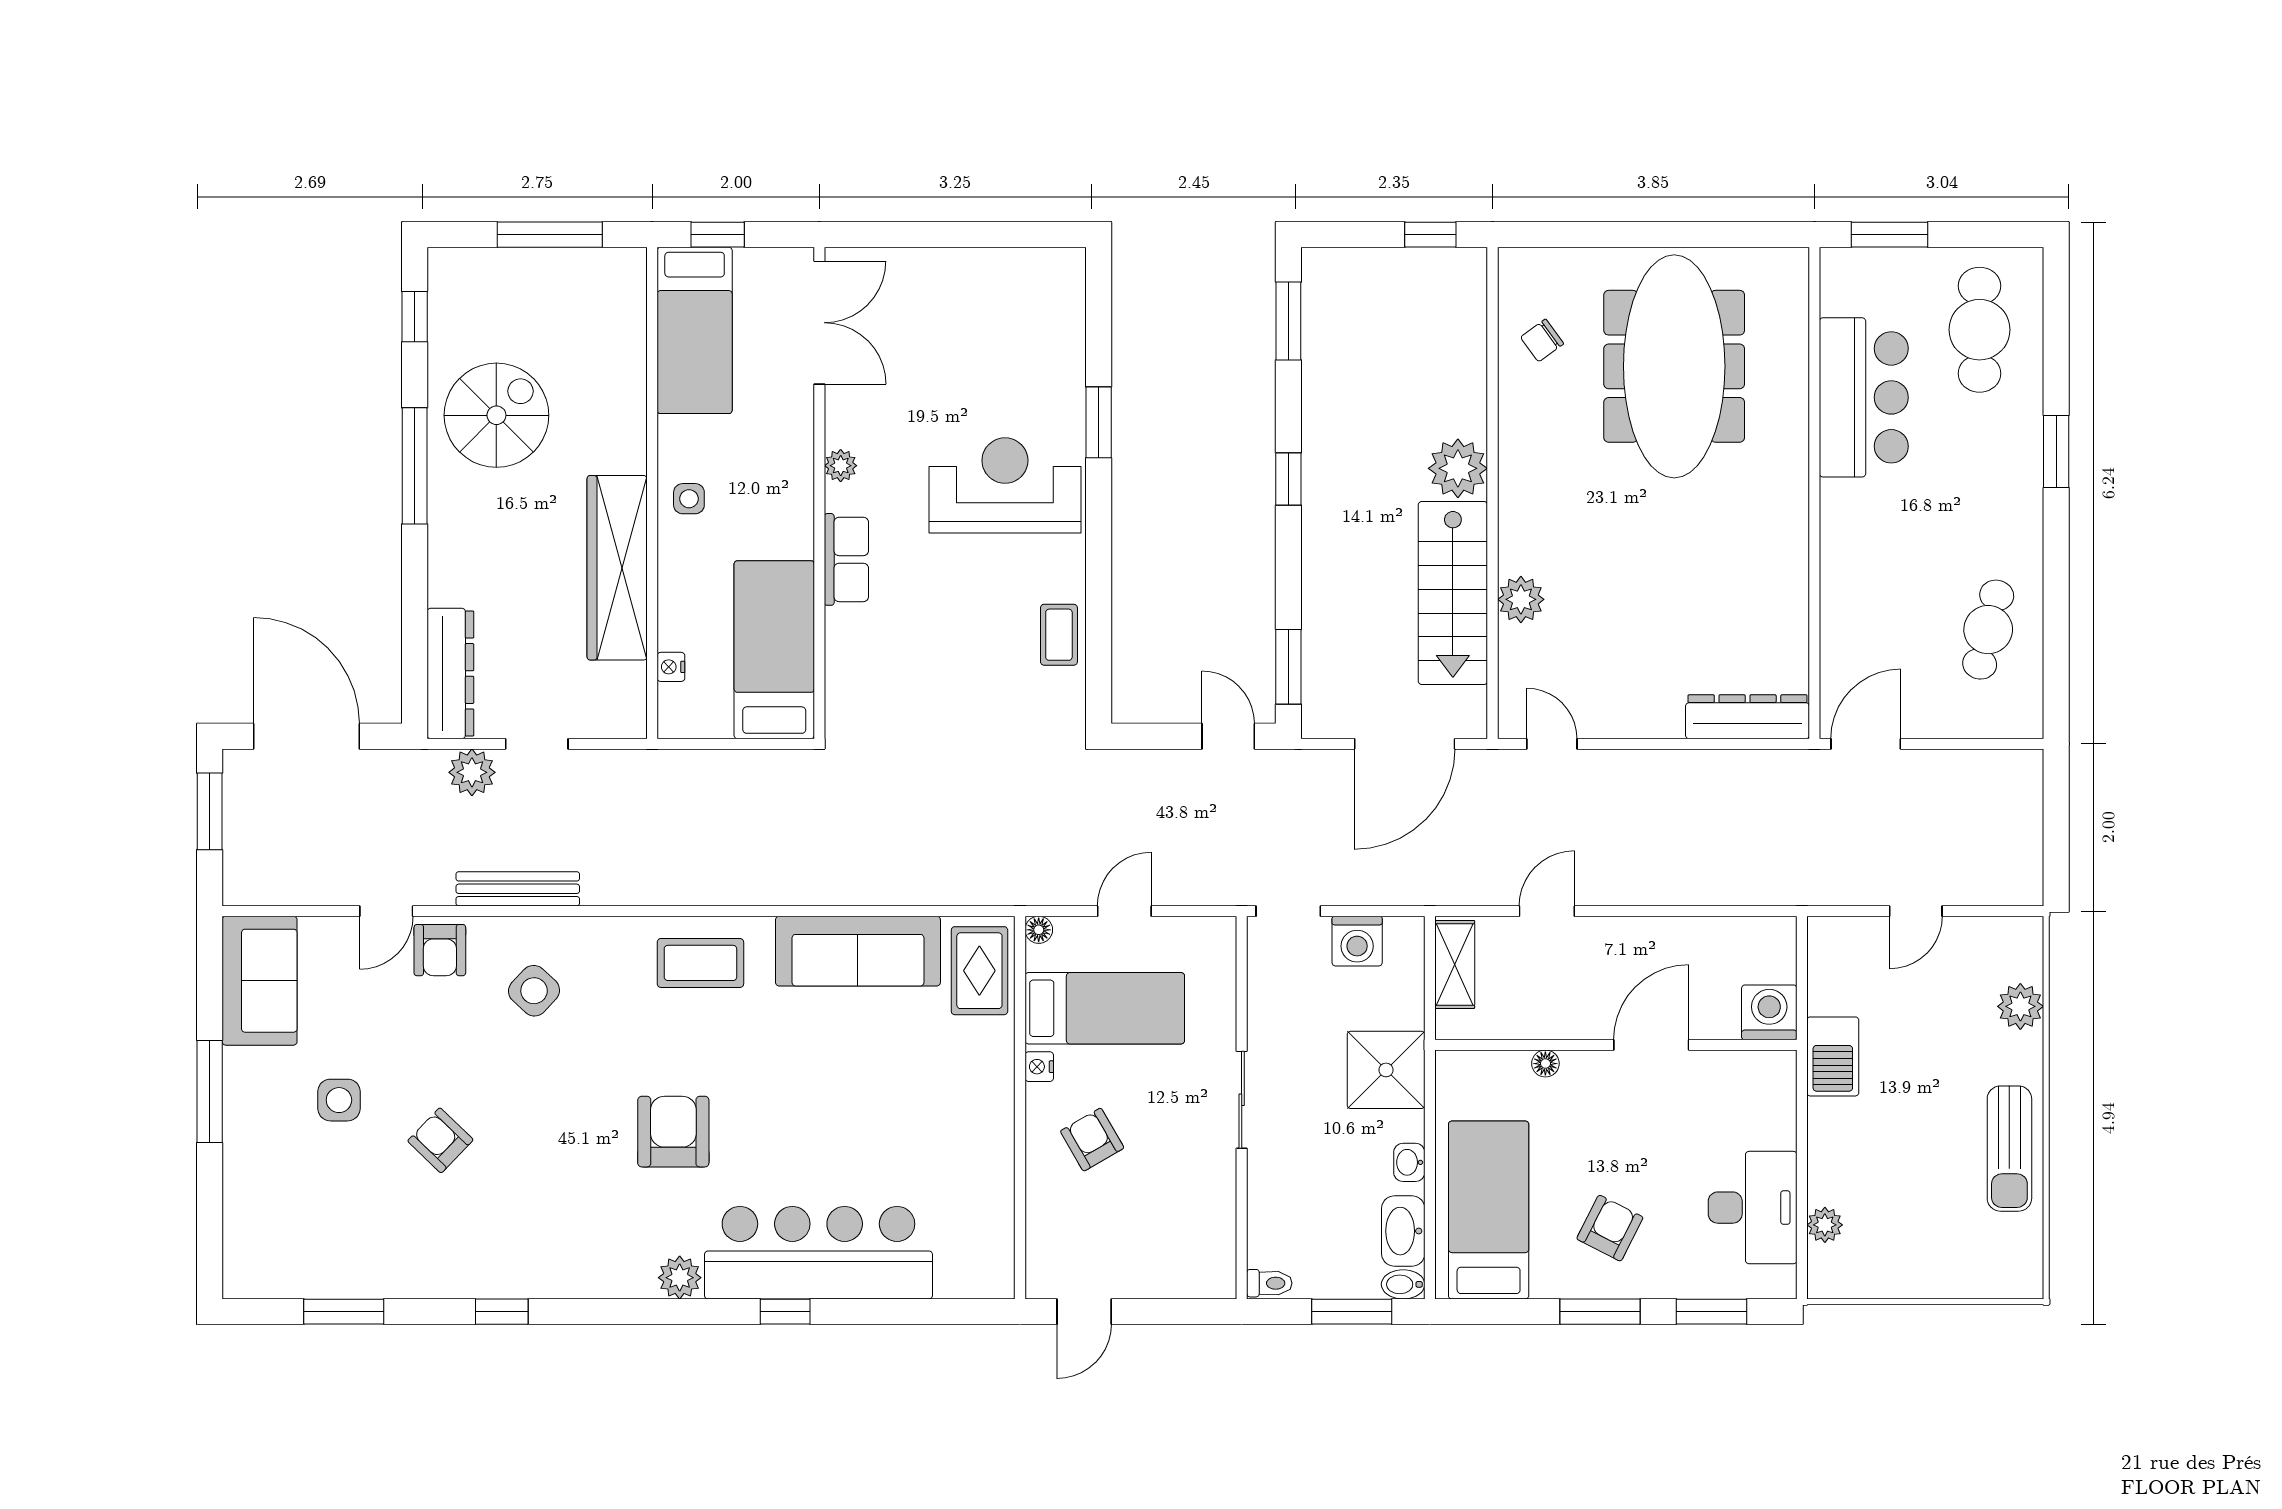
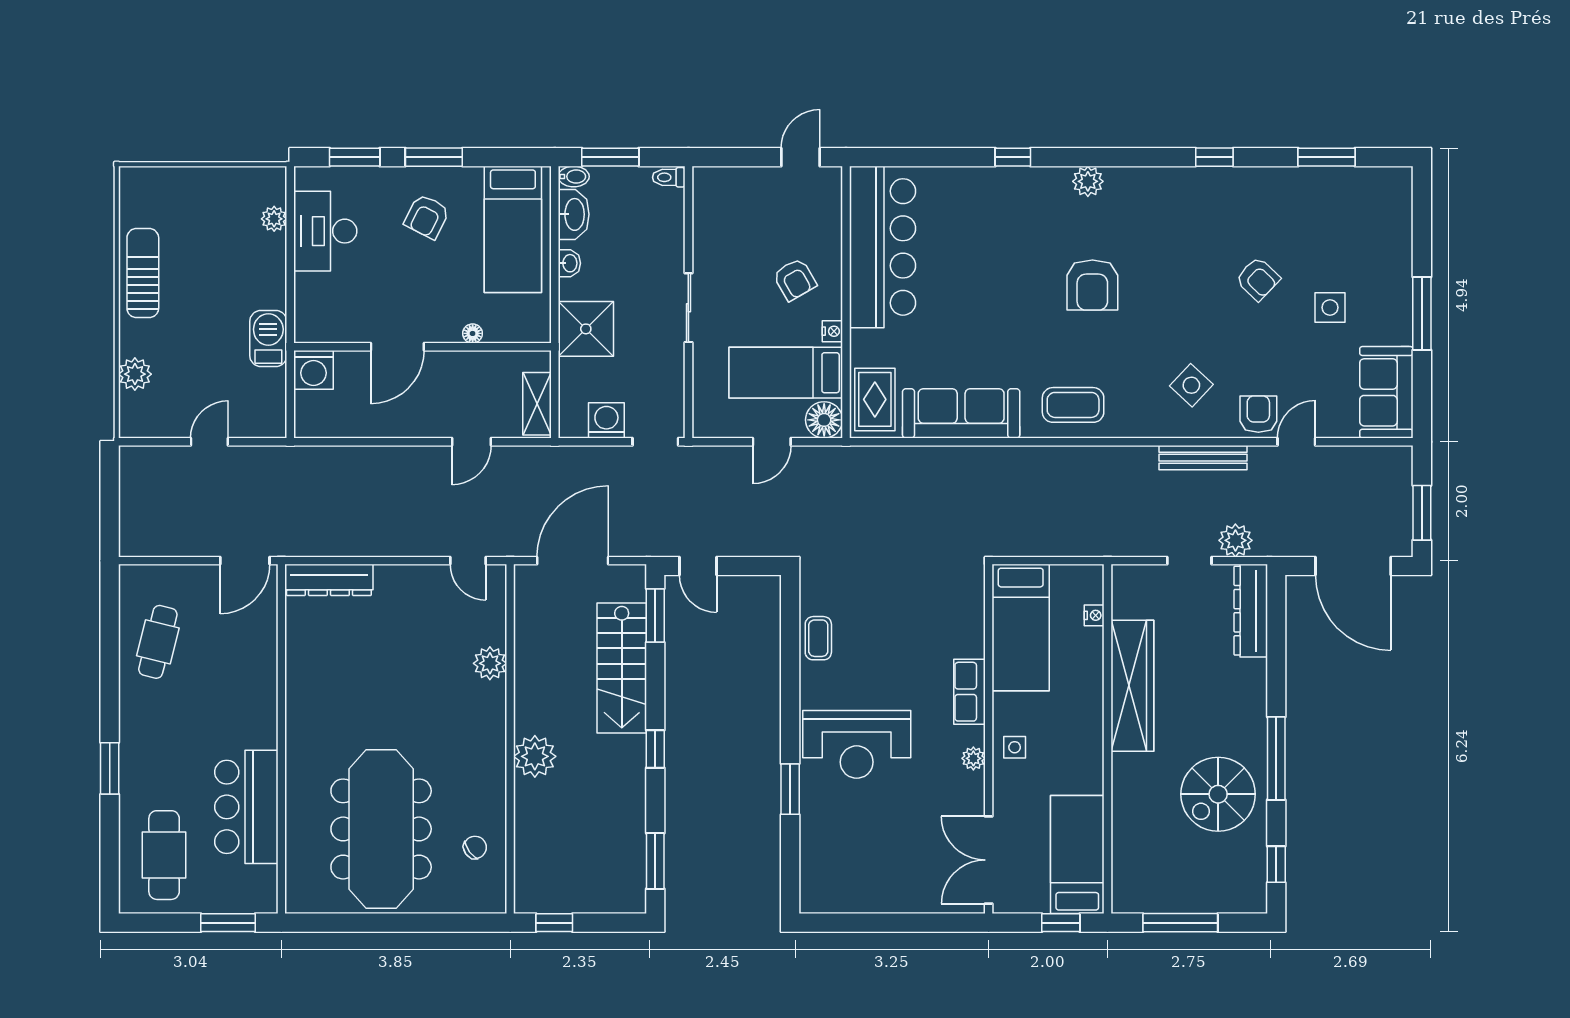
side table: (689, 499) -> (1015, 747), moved
stairs: (1453, 593) -> (622, 668), moved, turned 180
floor lamp: (1039, 930) -> (824, 420), width x1.89, depth x1.89
bar counter: (818, 1253) -> (883, 247), moved, turned -90

